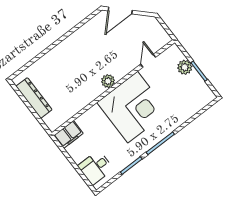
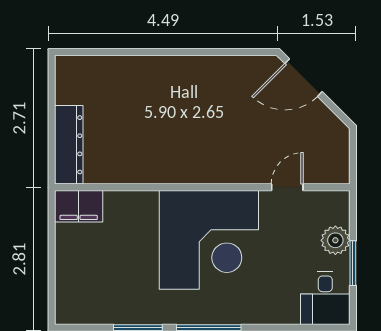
plant: (108, 81) -> (202, 171), removed
dresser: (34, 98) -> (69, 145), moved
desk: (96, 167) -> (325, 298), moved, turned -90

